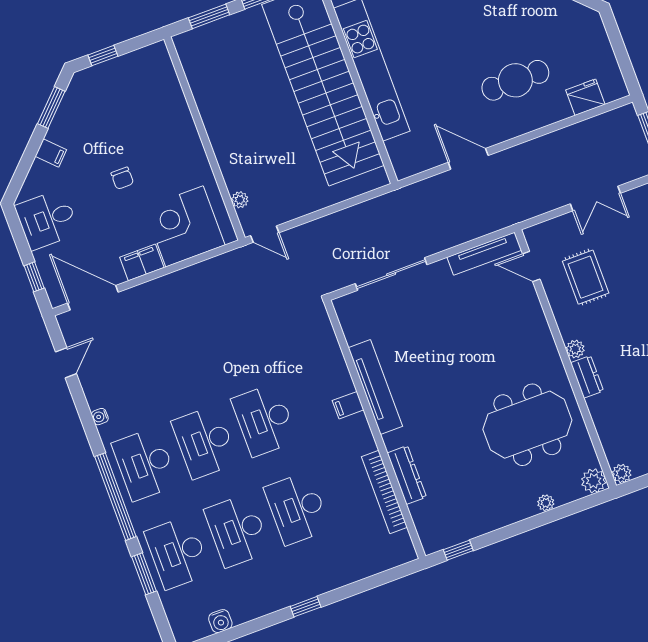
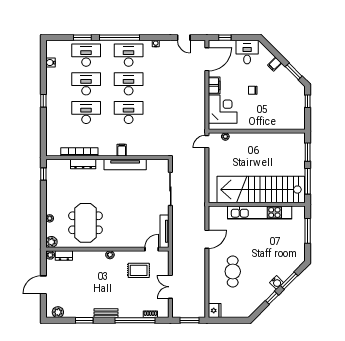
fridge: (585, 97) -> (215, 310), moved
dresser: (587, 377) -> (64, 255), moved

